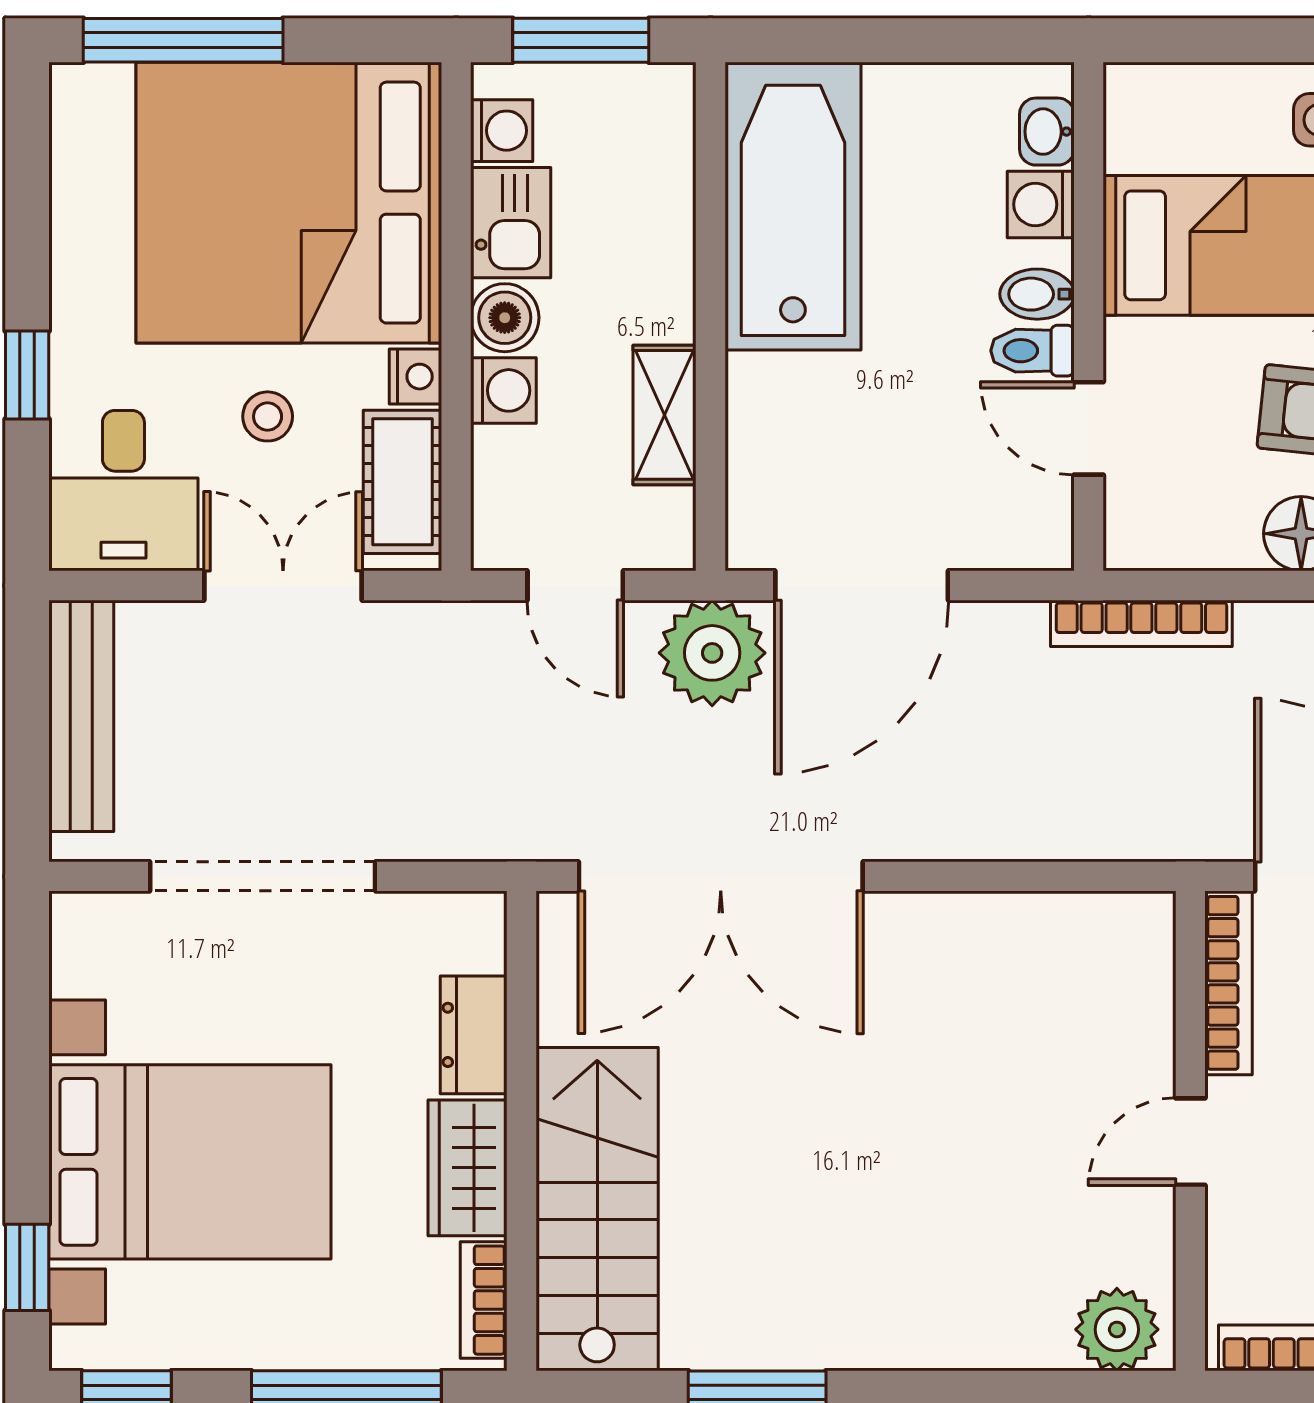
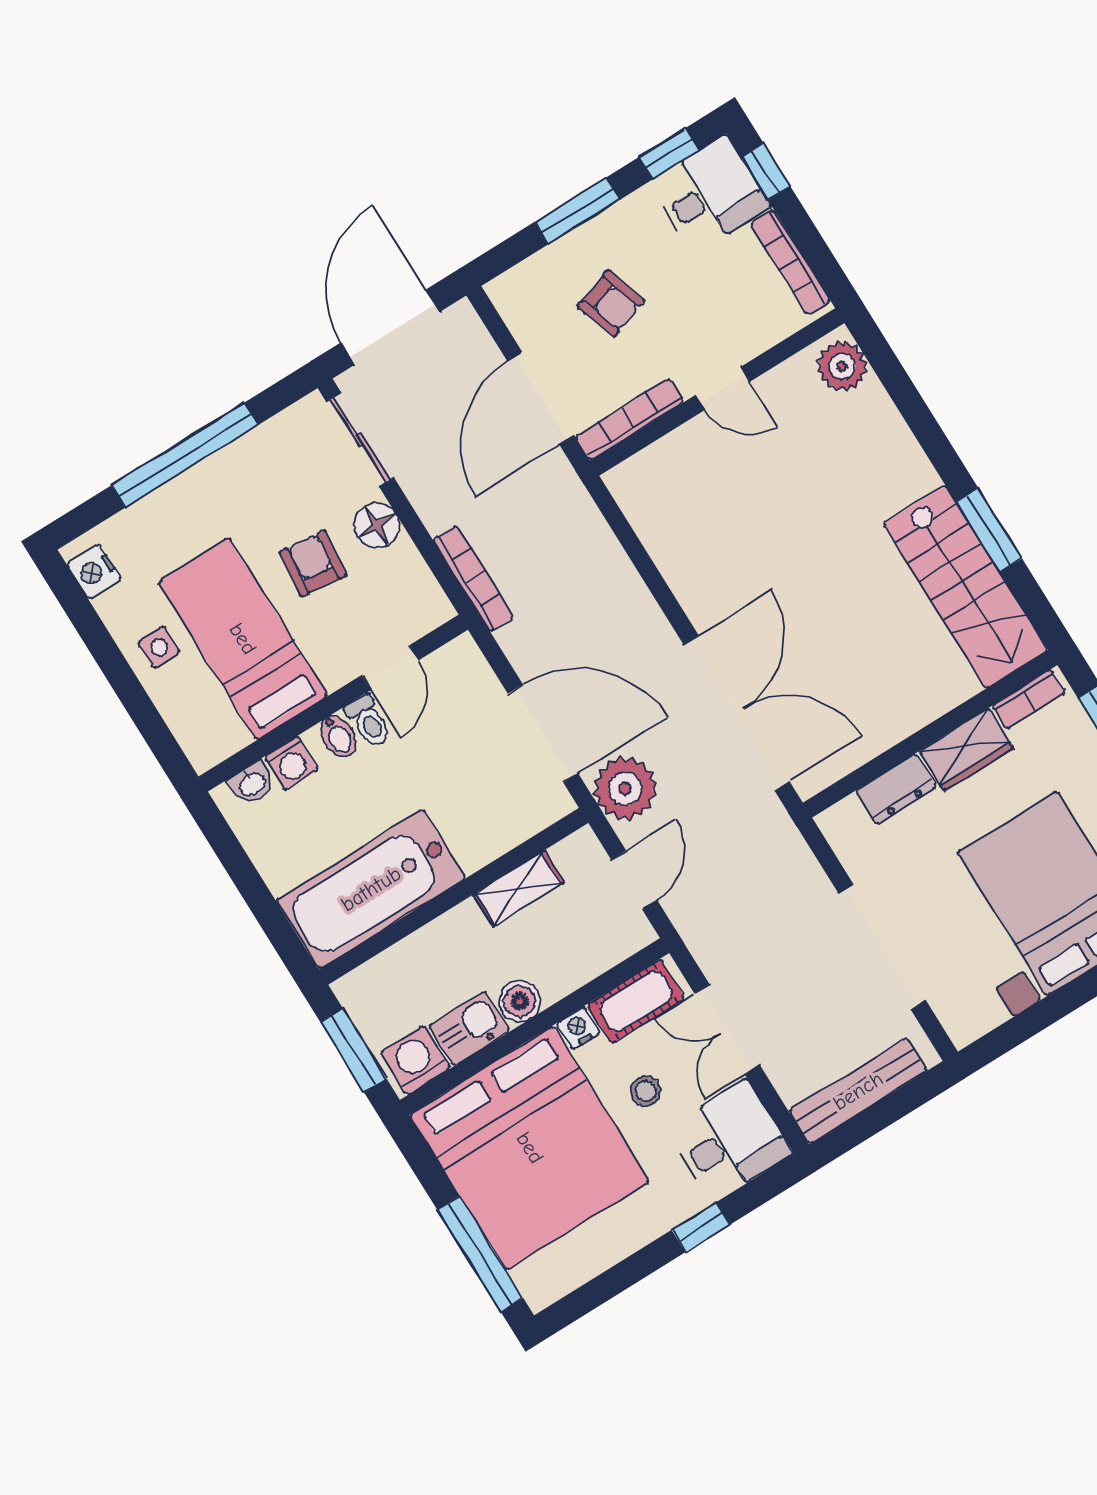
washing machine: (502, 131) -> (415, 1060), width x1.38, depth x1.38
washing machine: (503, 390) -> (557, 979), removed
stairs: (597, 1209) -> (965, 587), moved, turned -90

